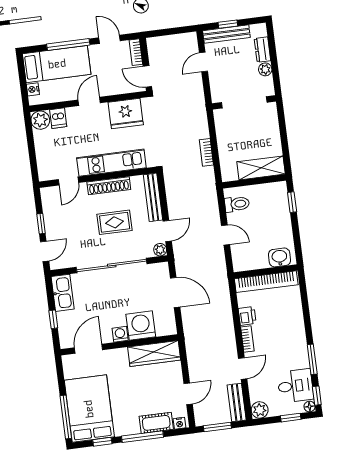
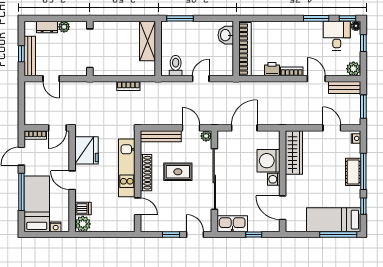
window: (292, 202) -> (180, 18), width x1.50
rug: (115, 222) -> (178, 172), turned 90
bed: (89, 409) -> (334, 220), width x0.67
cot: (156, 423) -> (353, 172), moved

